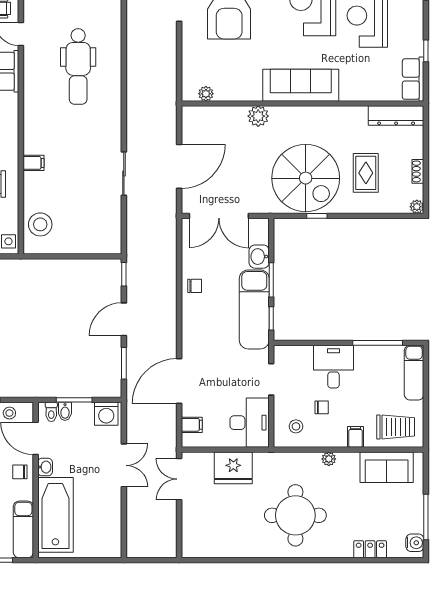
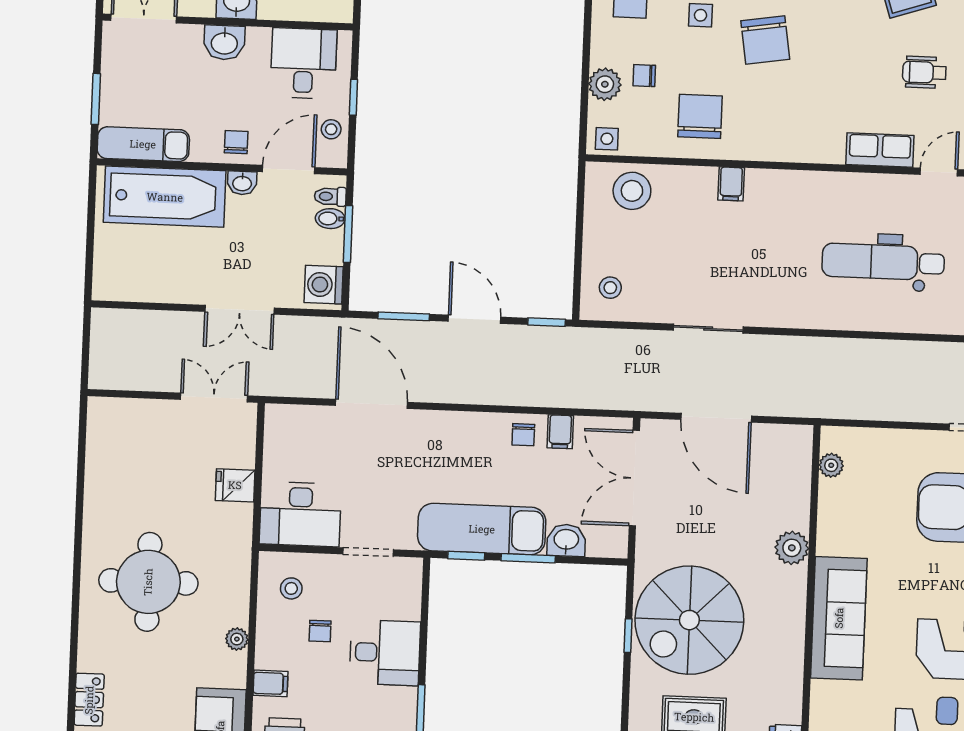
stool: (101, 236) -> (610, 288), added
filing cabinet: (192, 425) -> (560, 432), moved
fridge: (233, 468) -> (235, 485), width x0.53, depth x0.75

